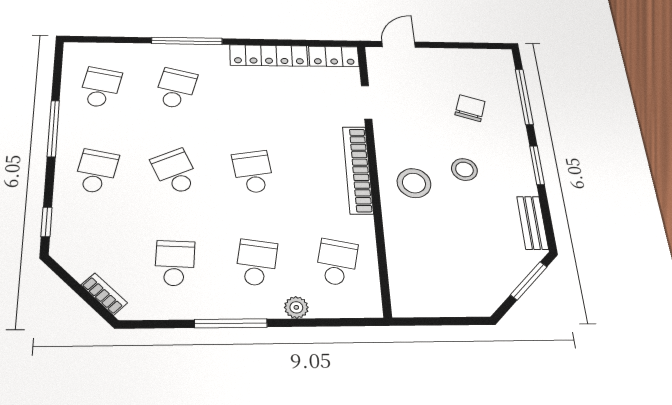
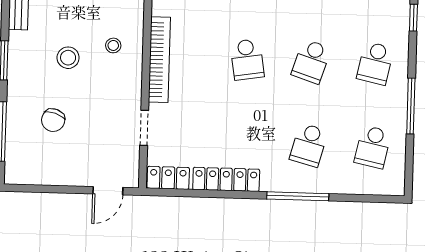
school desk: (175, 172) -> (311, 61), turned 42
stool: (414, 183) -> (113, 45), width x0.53, depth x0.53

